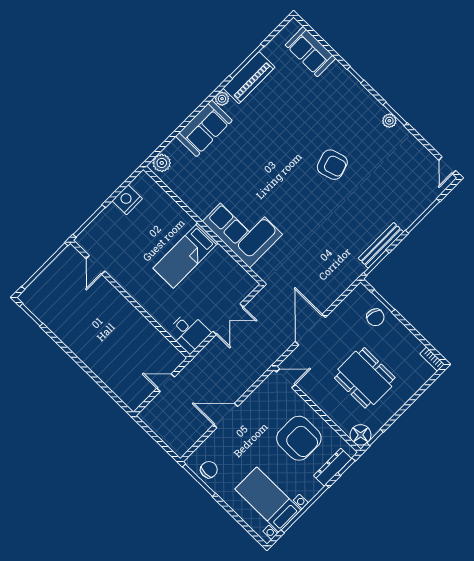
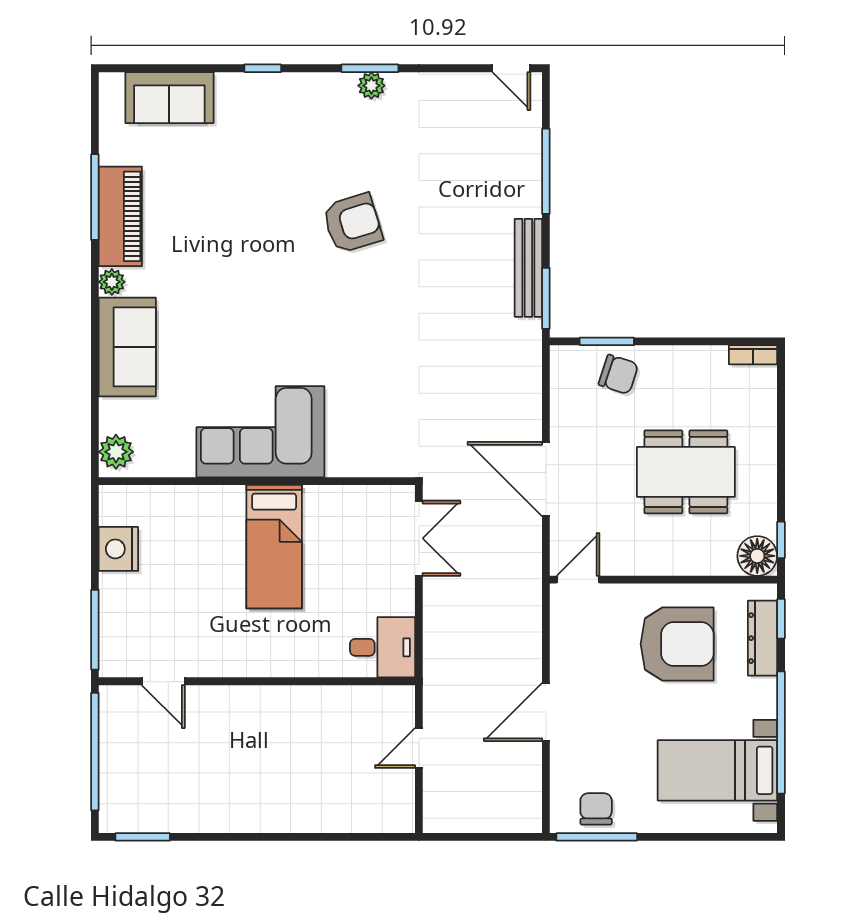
corner sofa: (242, 228) -> (260, 432), moved
double door: (228, 319) -> (419, 538), moved

